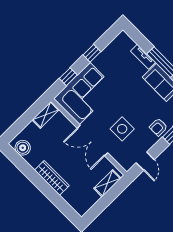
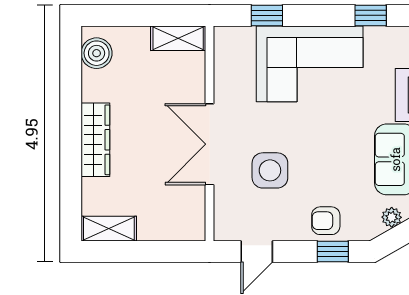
window: (92, 53) -> (371, 15), moved
corner sofa: (85, 93) -> (310, 64), moved
shelving: (107, 183) -> (109, 229), moved

